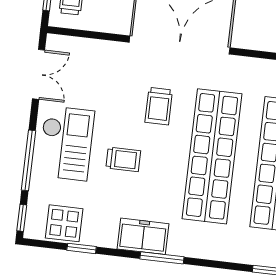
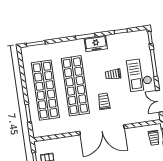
display table: (64, 223) -> (131, 40), removed

